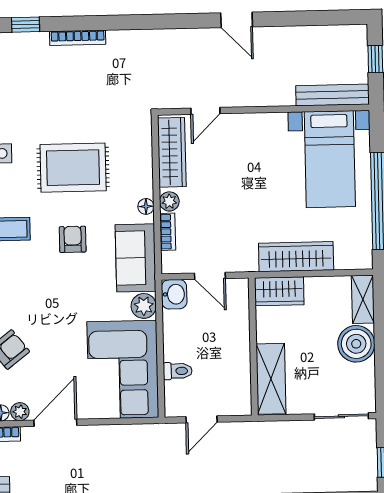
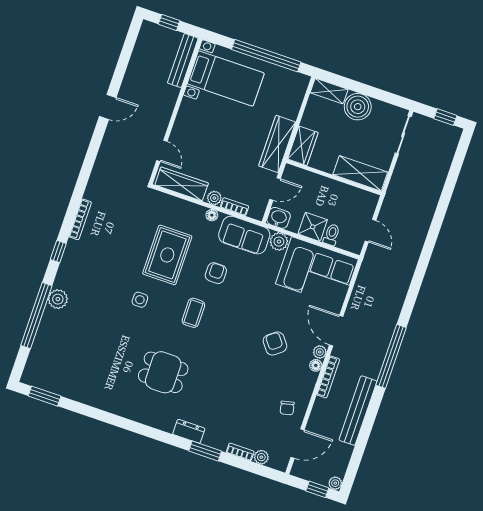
armchair: (73, 239) -> (216, 273), turned 90
wardrobe: (296, 257) -> (277, 144), moved
shower: (179, 343) -> (313, 227), added

